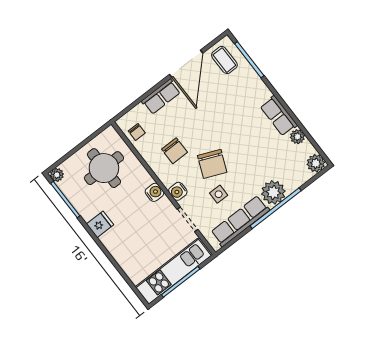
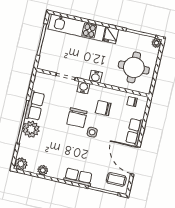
row of seats: (279, 116) -> (78, 177), moved
chair: (212, 164) -> (77, 118), turned -113
side table: (219, 194) -> (92, 132), moved
row of seats: (240, 221) -> (35, 106), width x0.68
kitchen unit: (173, 271) -> (77, 28), moved, turned 90

